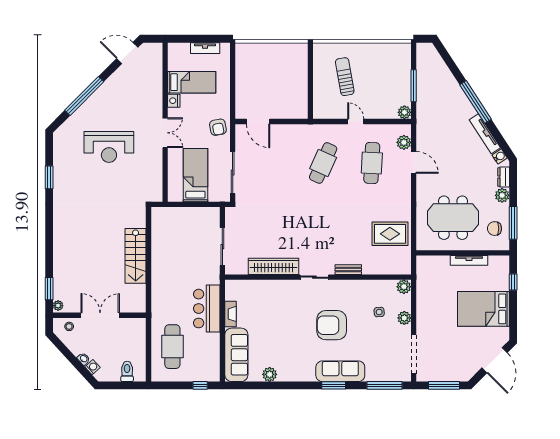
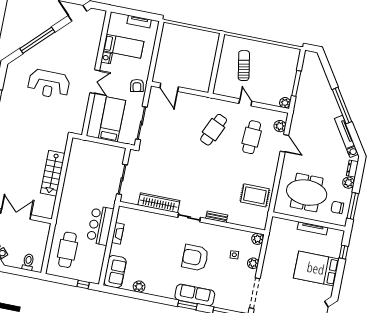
sofa: (236, 355) -> (115, 272), width x0.73

